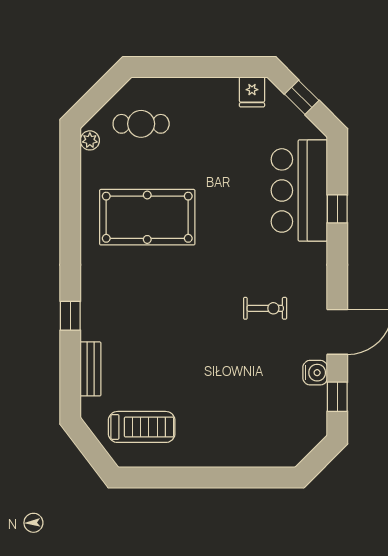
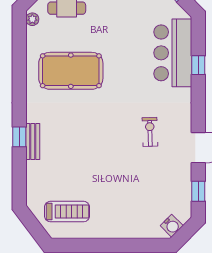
exercise bike: (265, 308) -> (150, 132), turned -92
bench: (91, 369) -> (33, 141), moved
water cooler: (315, 373) -> (172, 226), moved, turned 45

